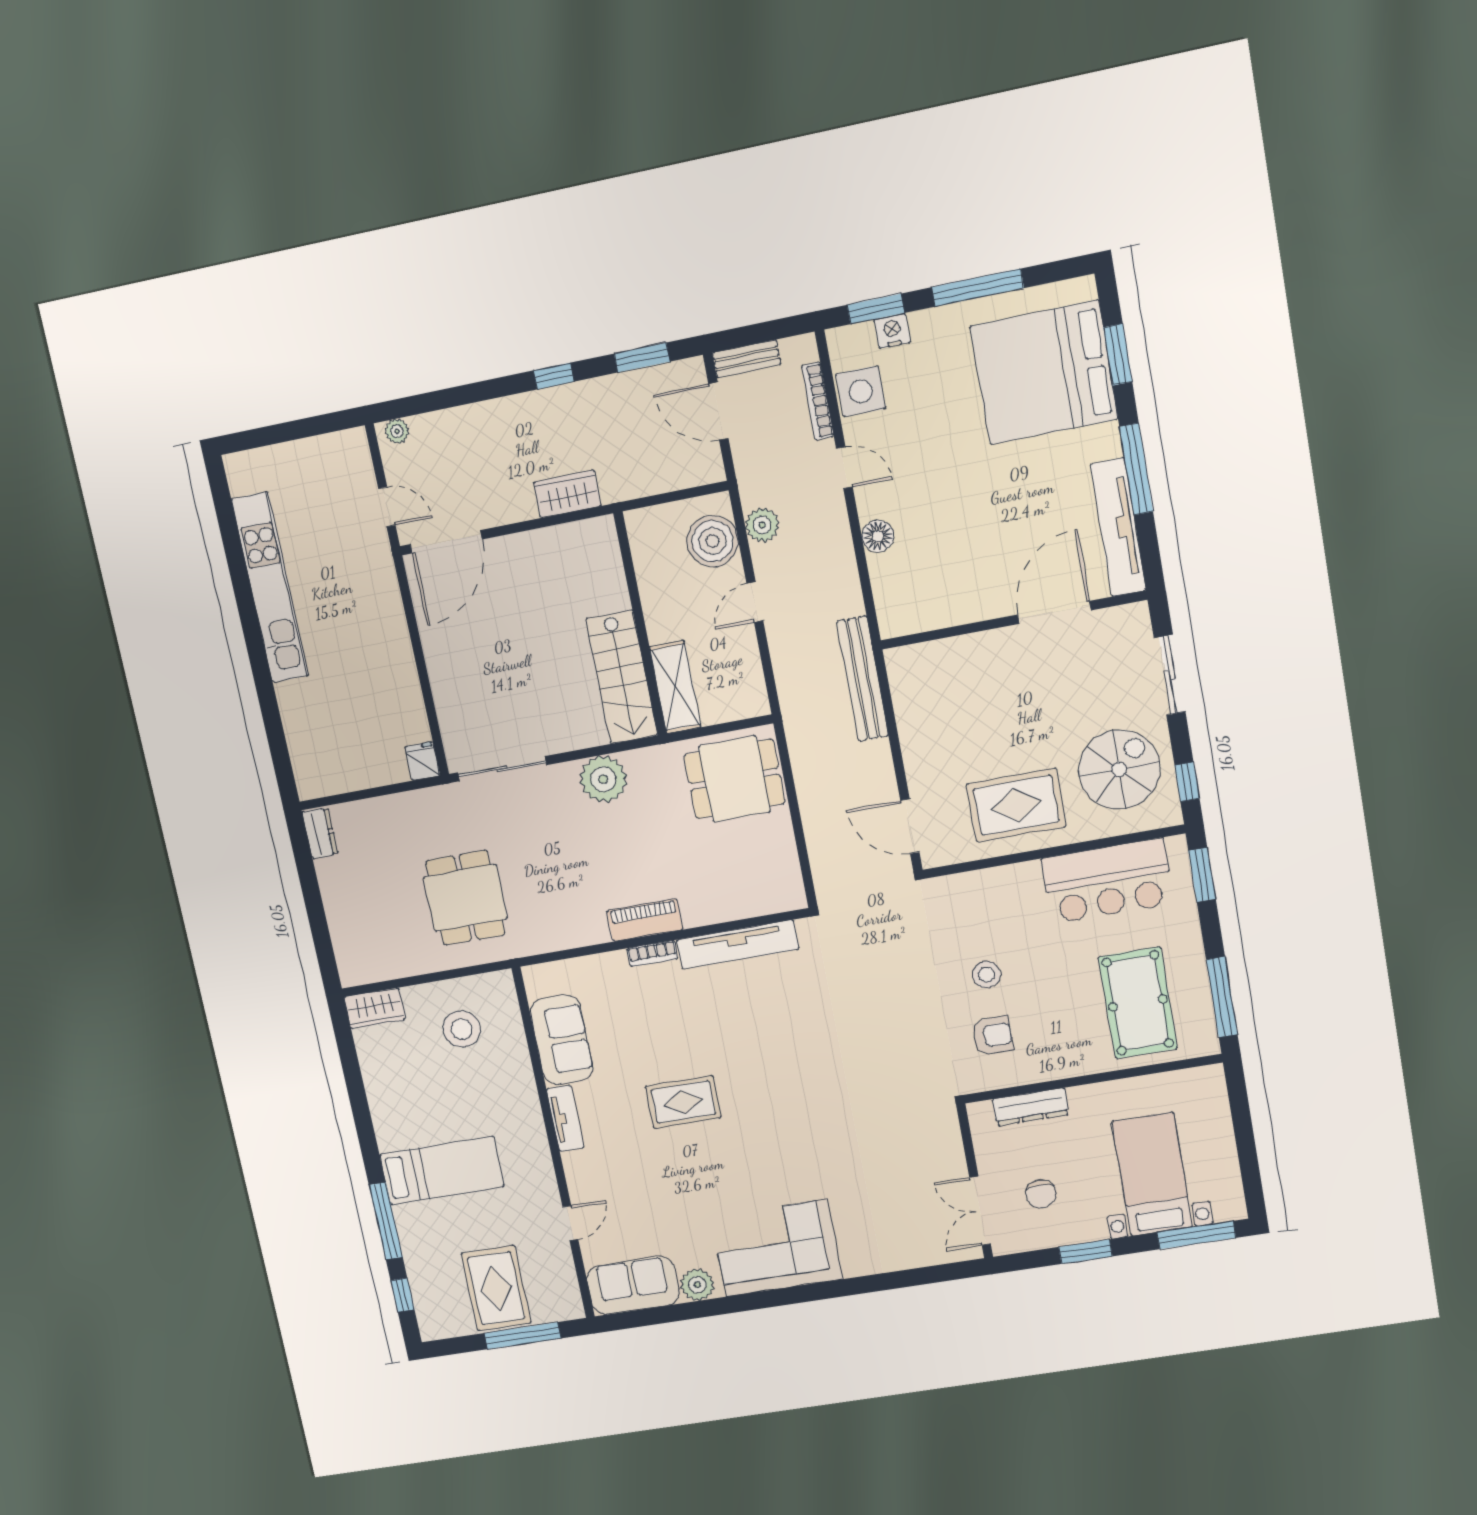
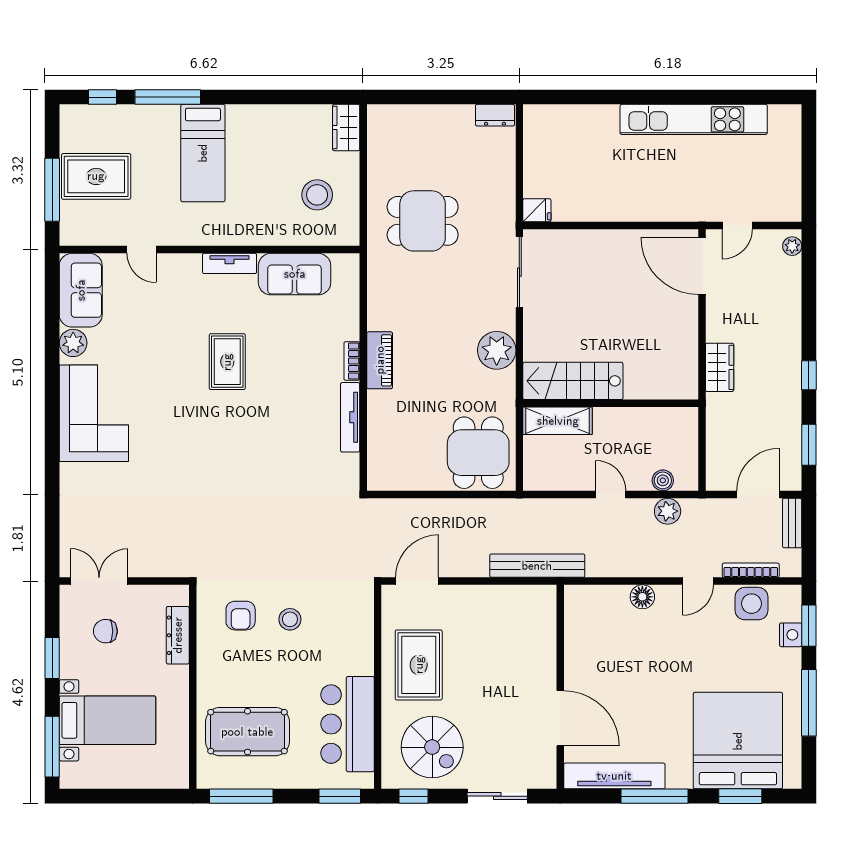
boiler: (713, 541) -> (663, 480), width x0.54, depth x0.54
tv unit: (738, 944) -> (350, 417), width x0.73, depth x0.78

